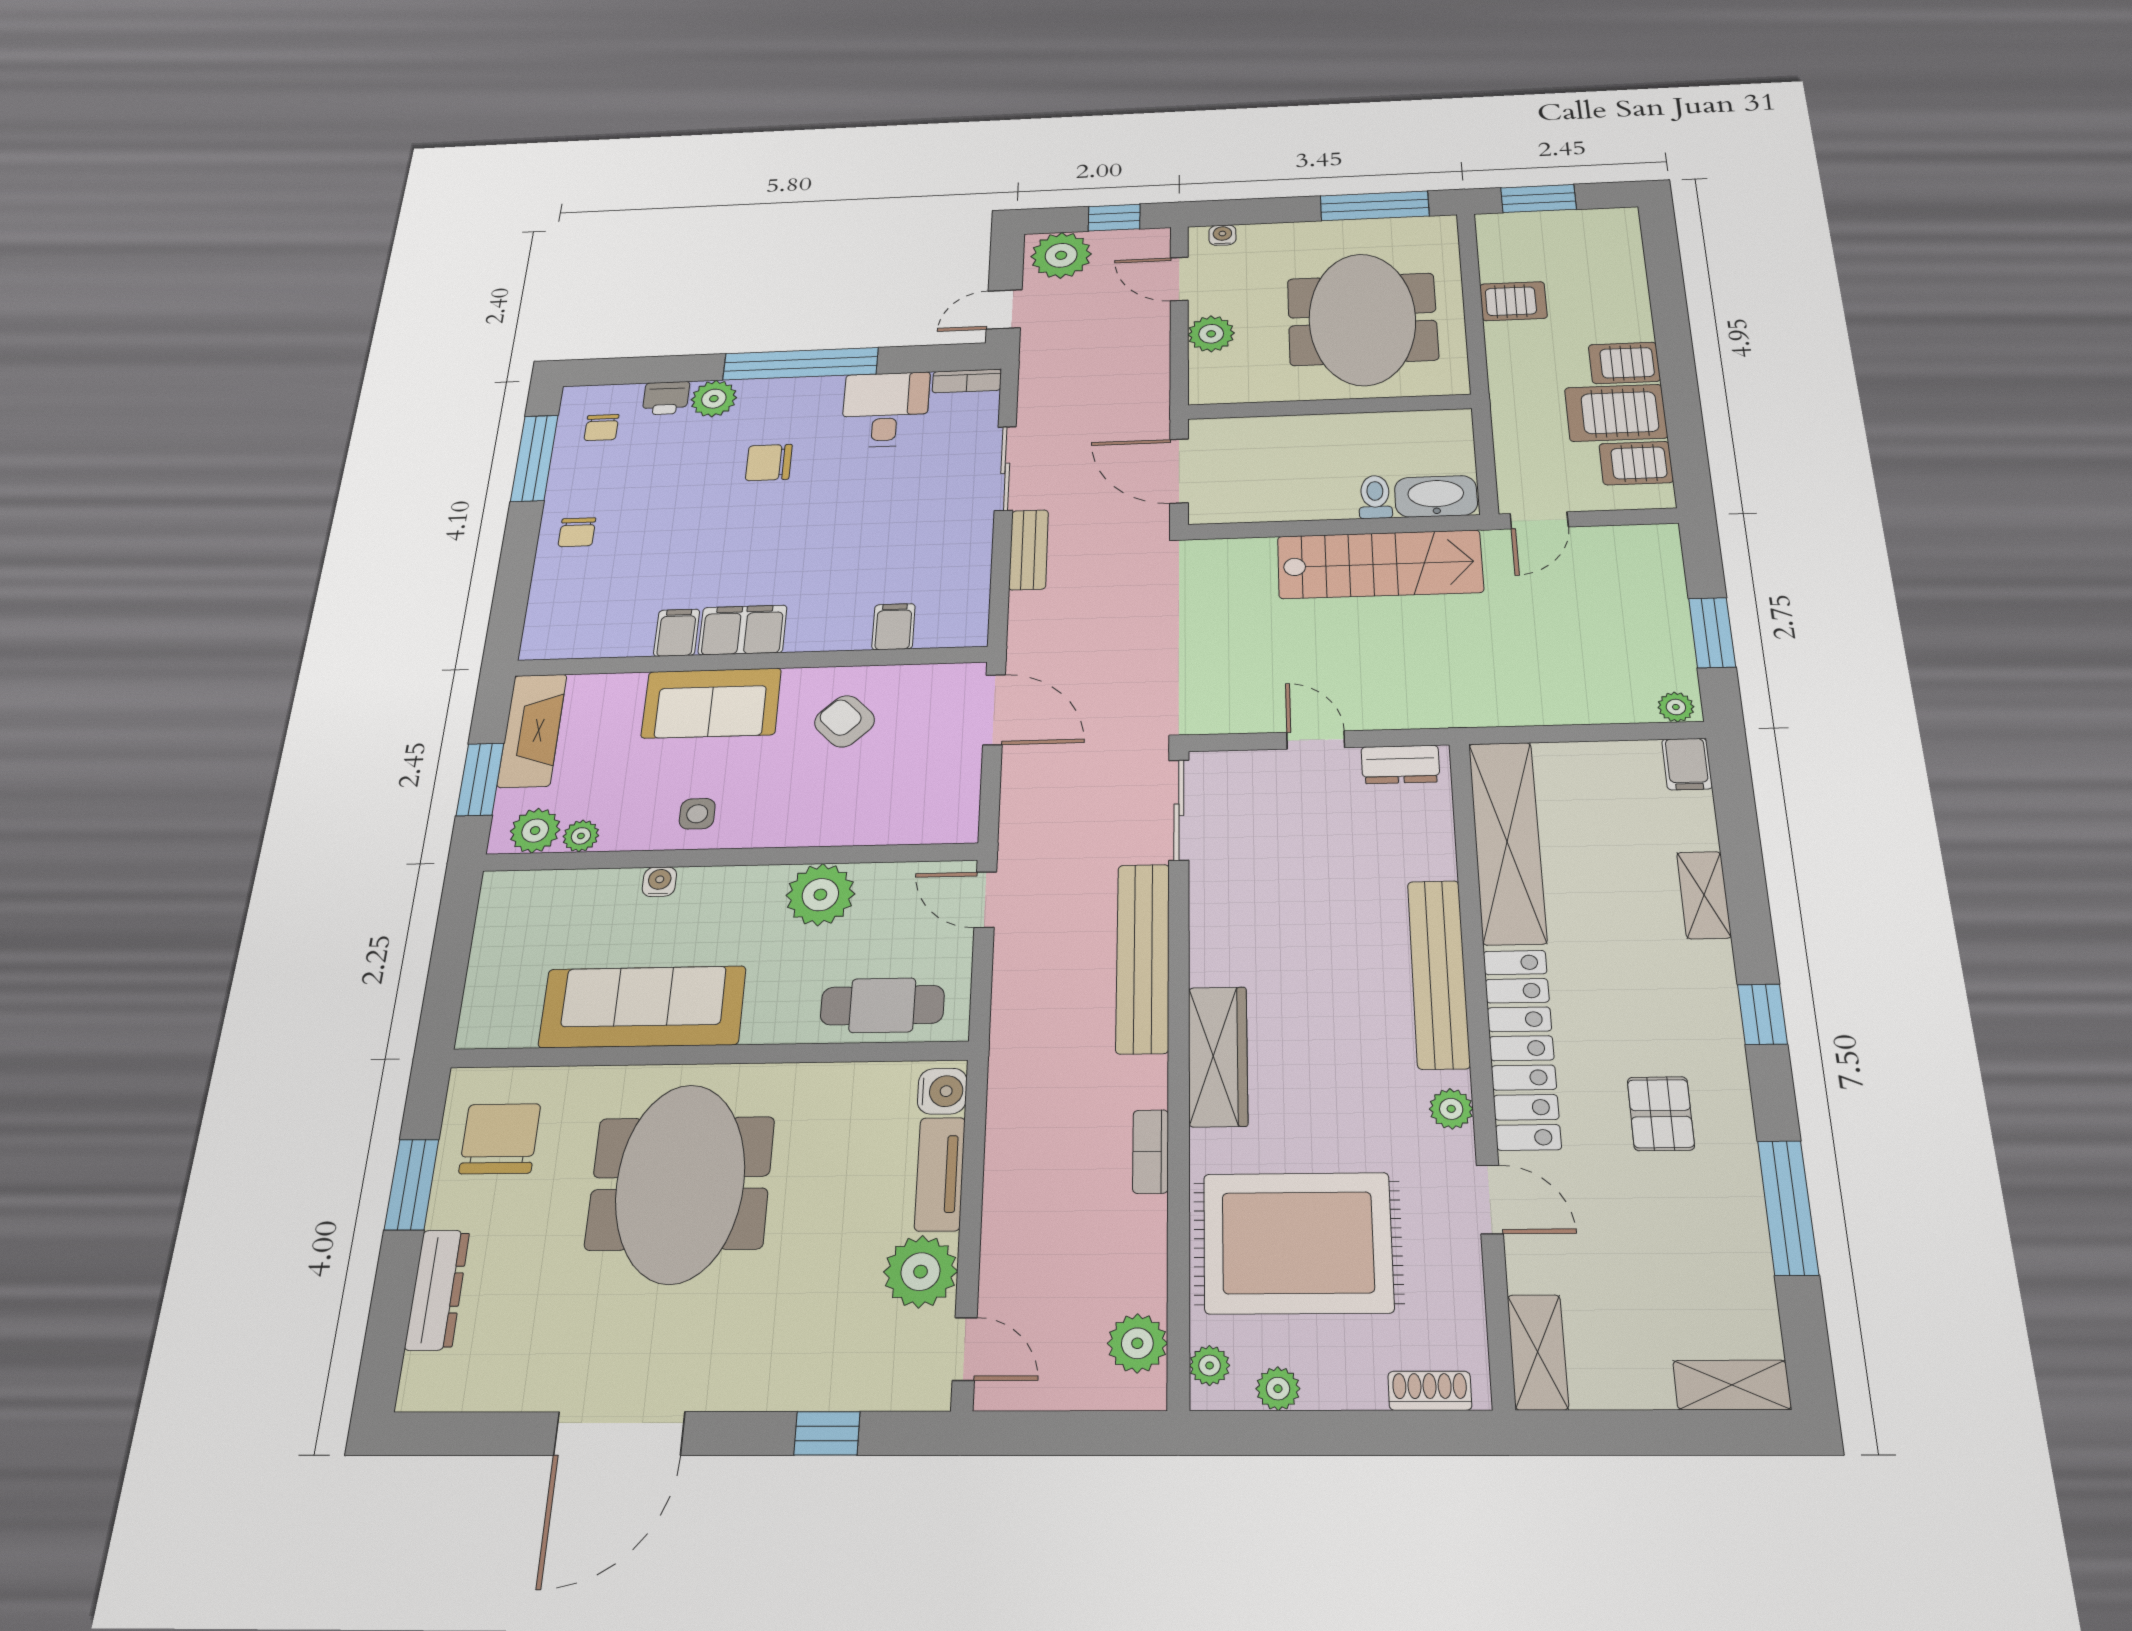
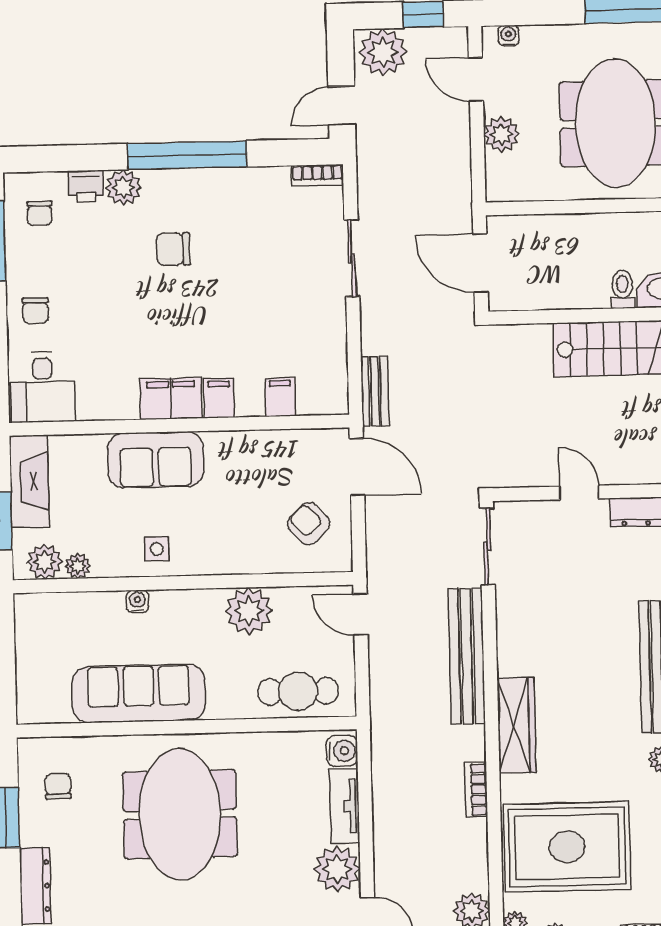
desk: (885, 410) -> (43, 387), moved, turned 180
bench: (1029, 550) -> (375, 391), moved
filing cabinet: (677, 633) -> (219, 398), moved
armchair: (844, 721) -> (309, 524), moved
chair: (500, 1139) -> (58, 786), width x0.54, depth x0.54

